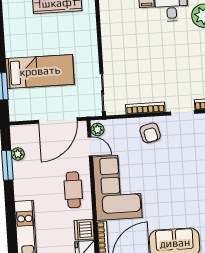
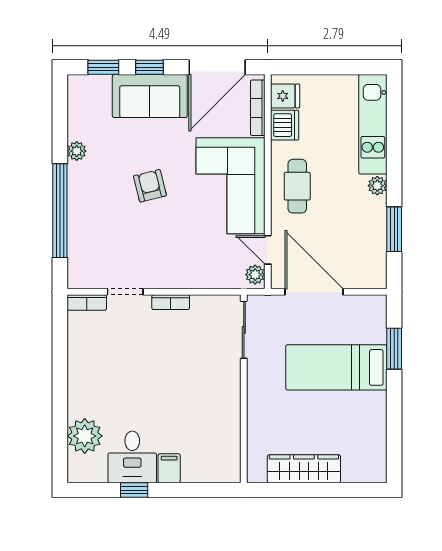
bookcase: (145, 108) -> (171, 302), width x0.64
door: (58, 121) -> (314, 292), hinge flipped
armchair: (150, 133) -> (150, 186), moved
plant: (18, 154) -> (377, 186), moved

